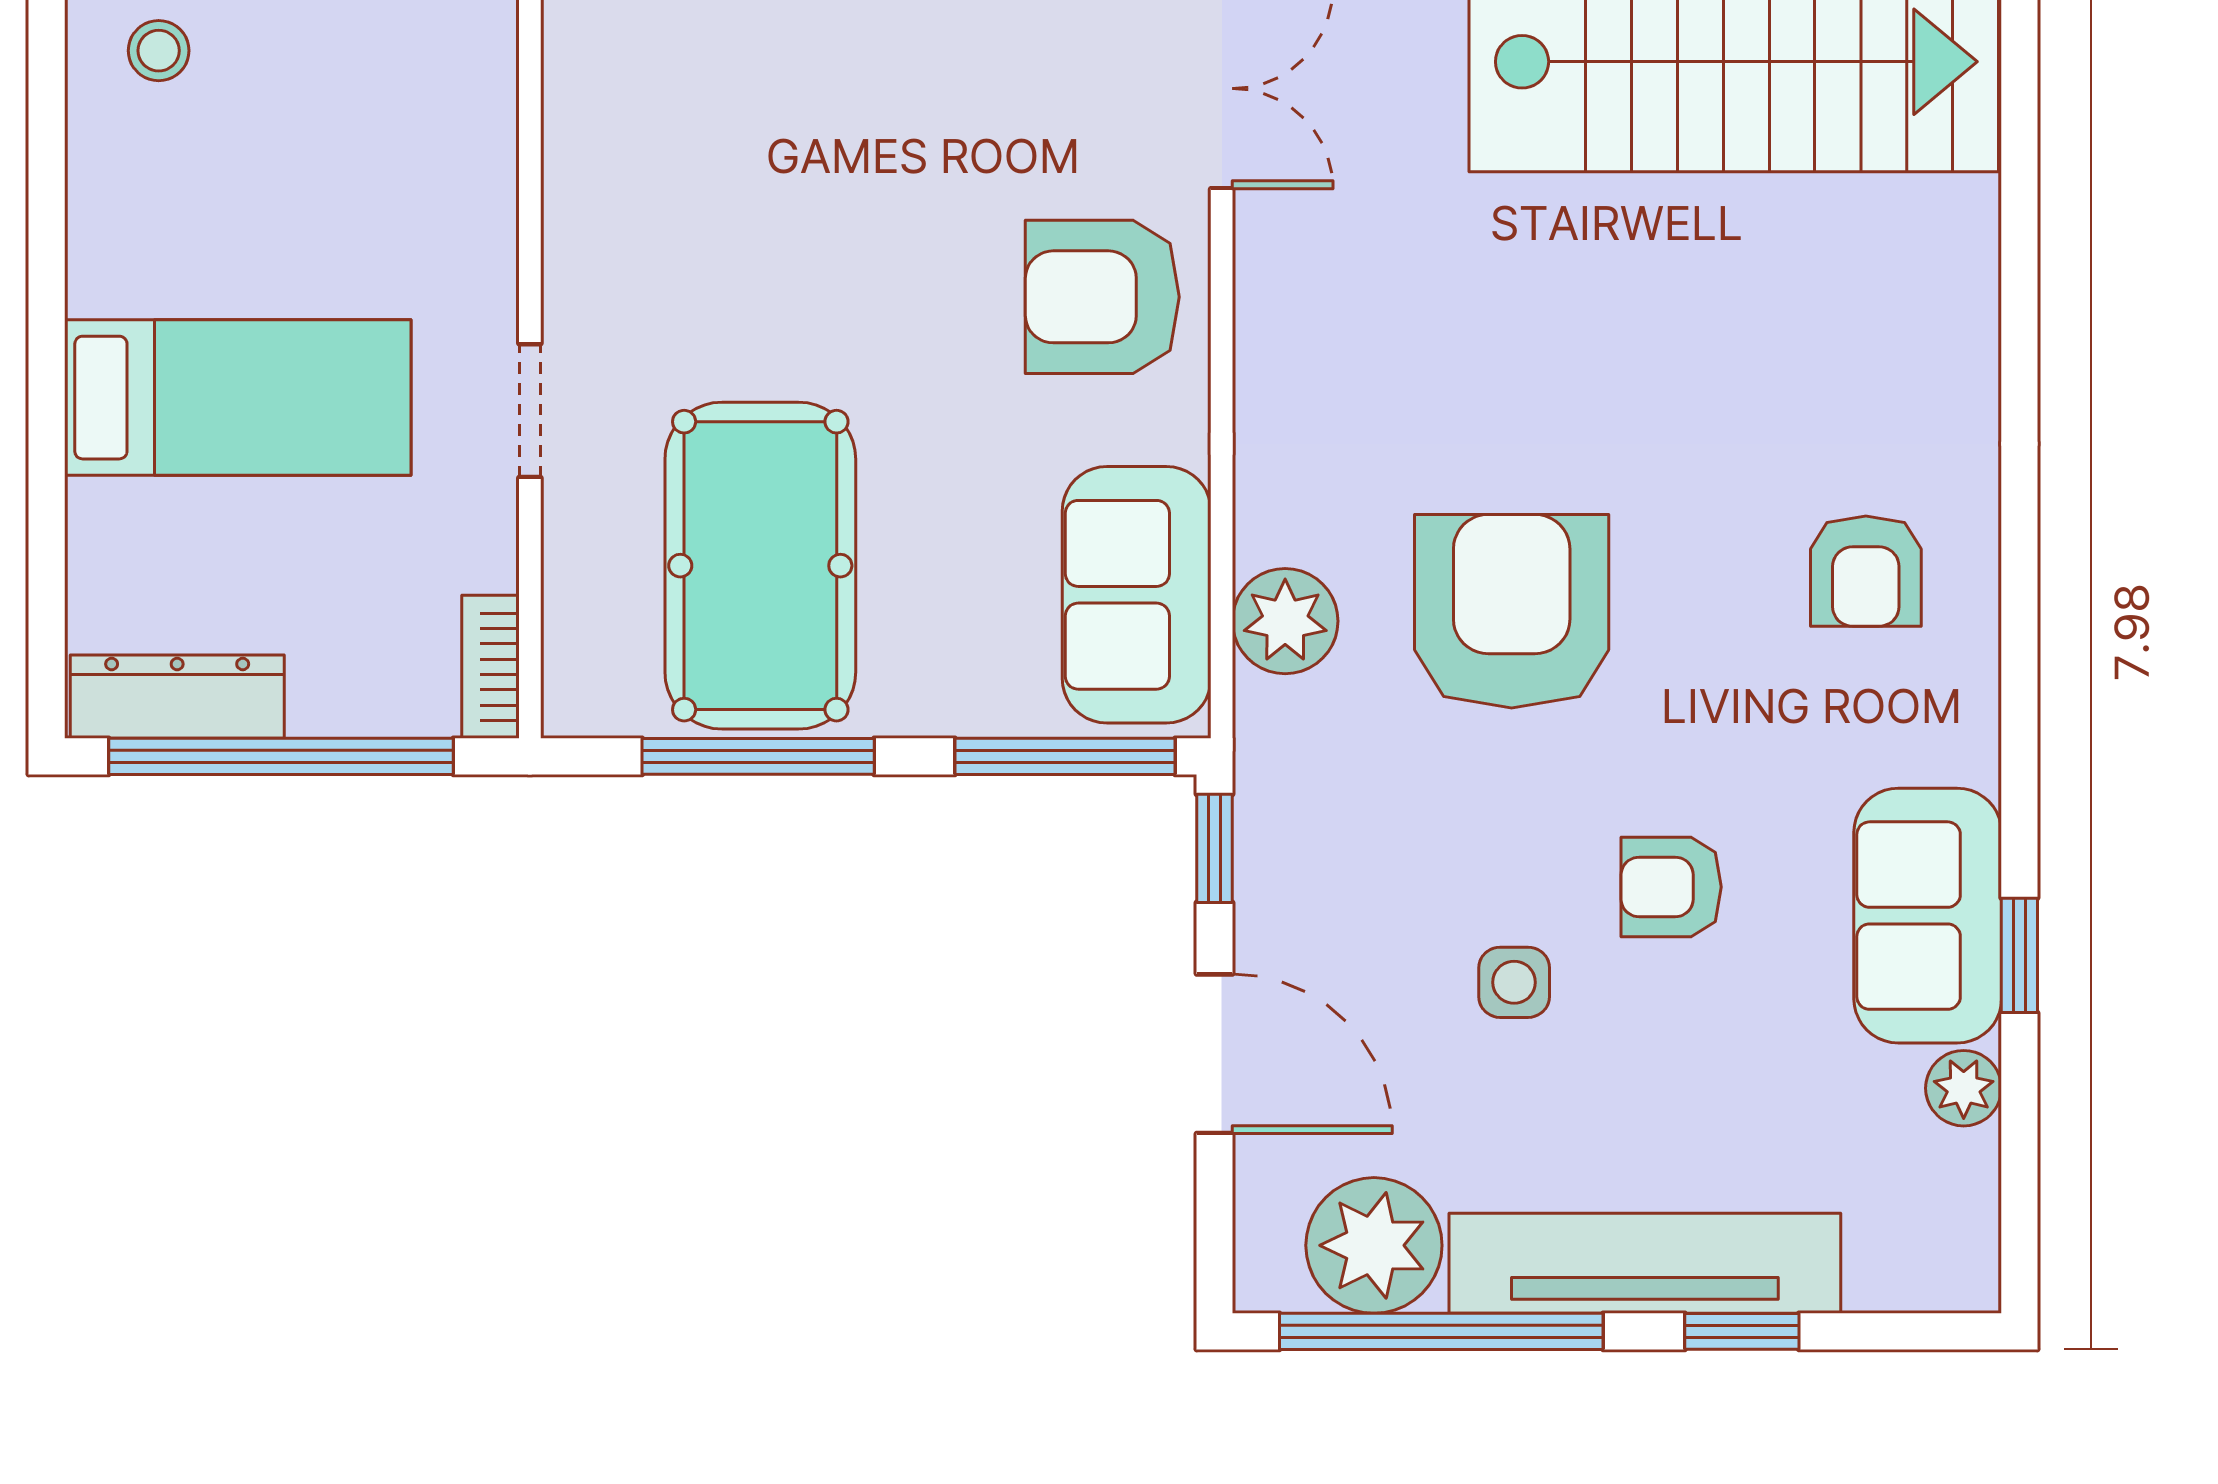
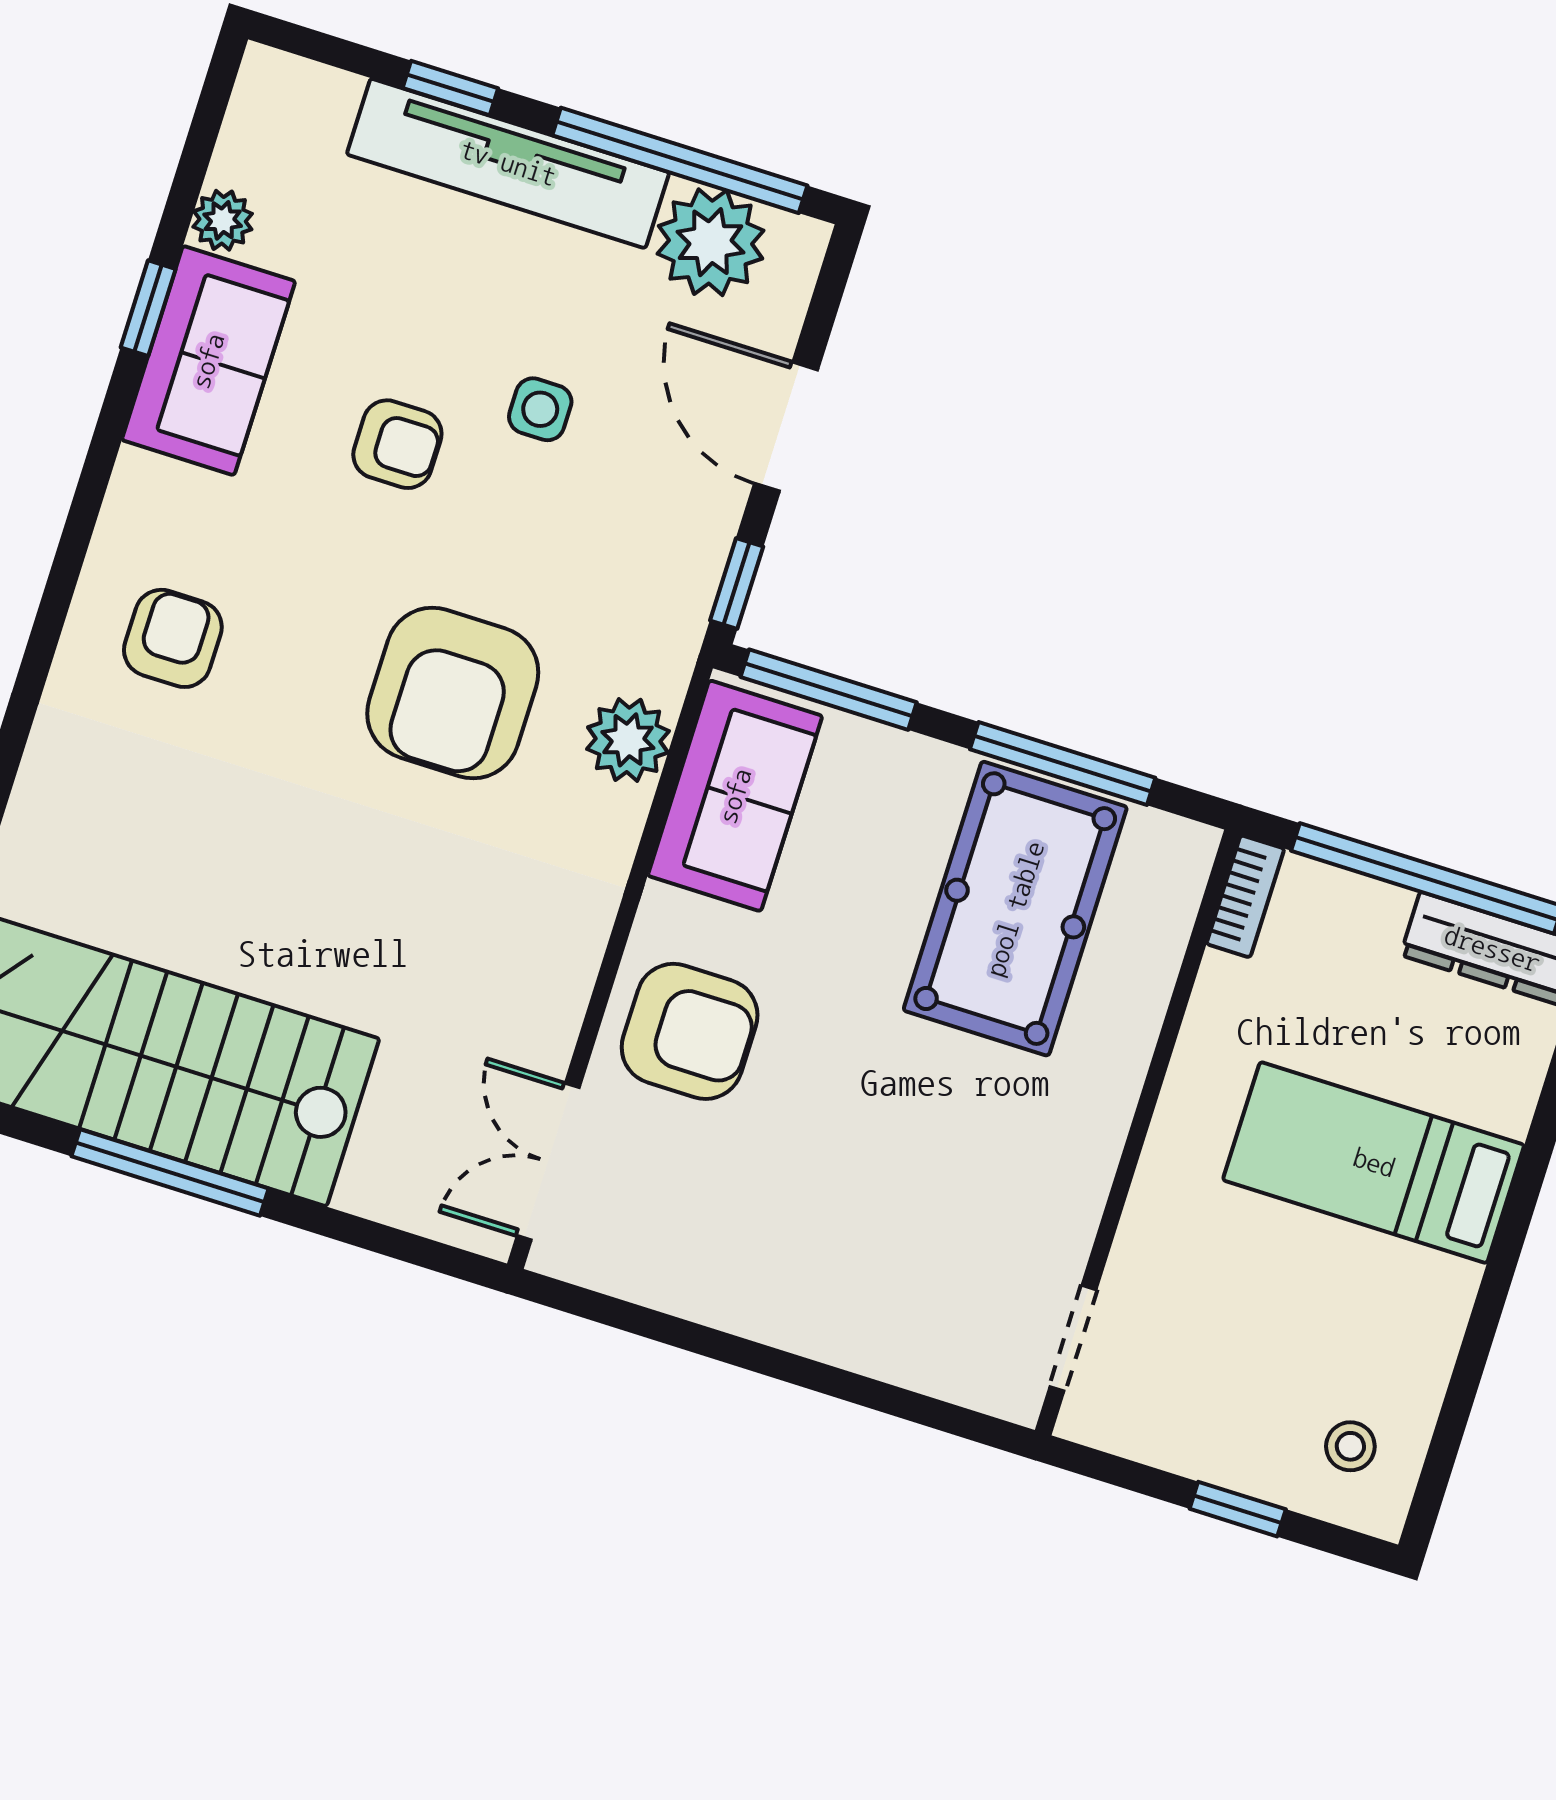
doorway: (530, 411) -> (1073, 1338), moved

